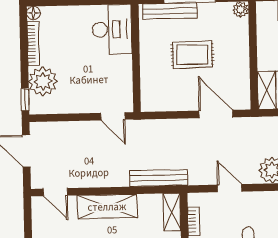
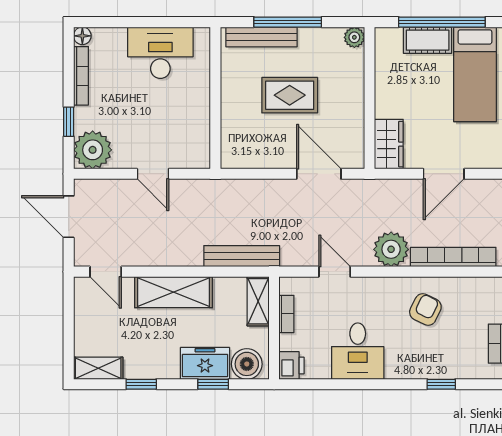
desk: (112, 29) -> (160, 53), moved, turned -90
plant: (43, 82) -> (93, 150), moved
window: (25, 100) -> (69, 122), moved
door: (113, 116) -> (153, 174), moved

